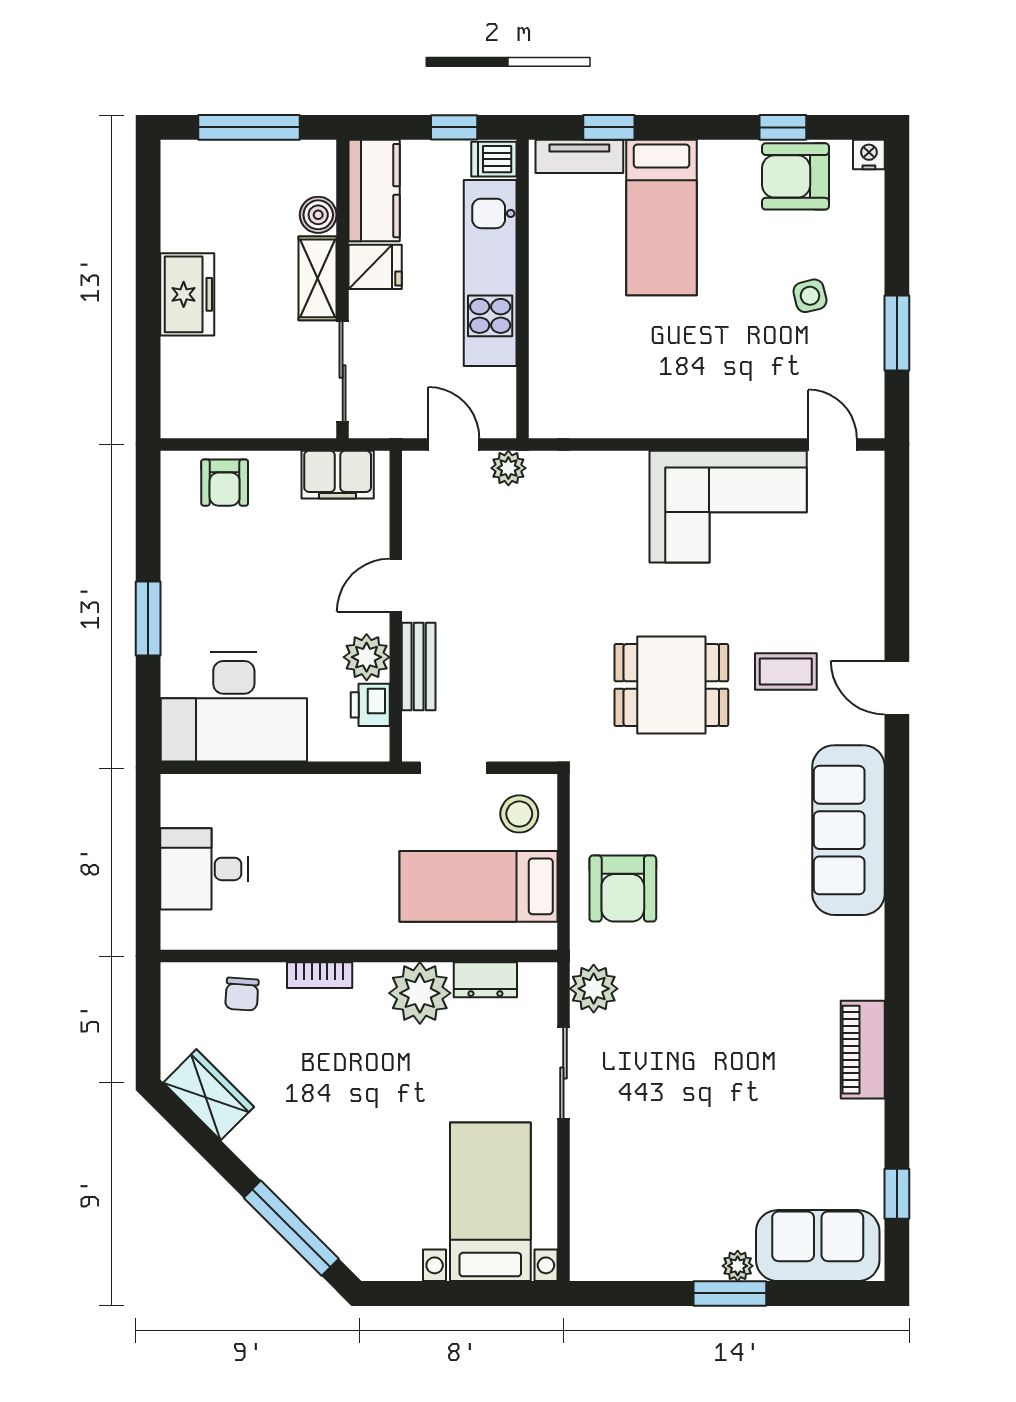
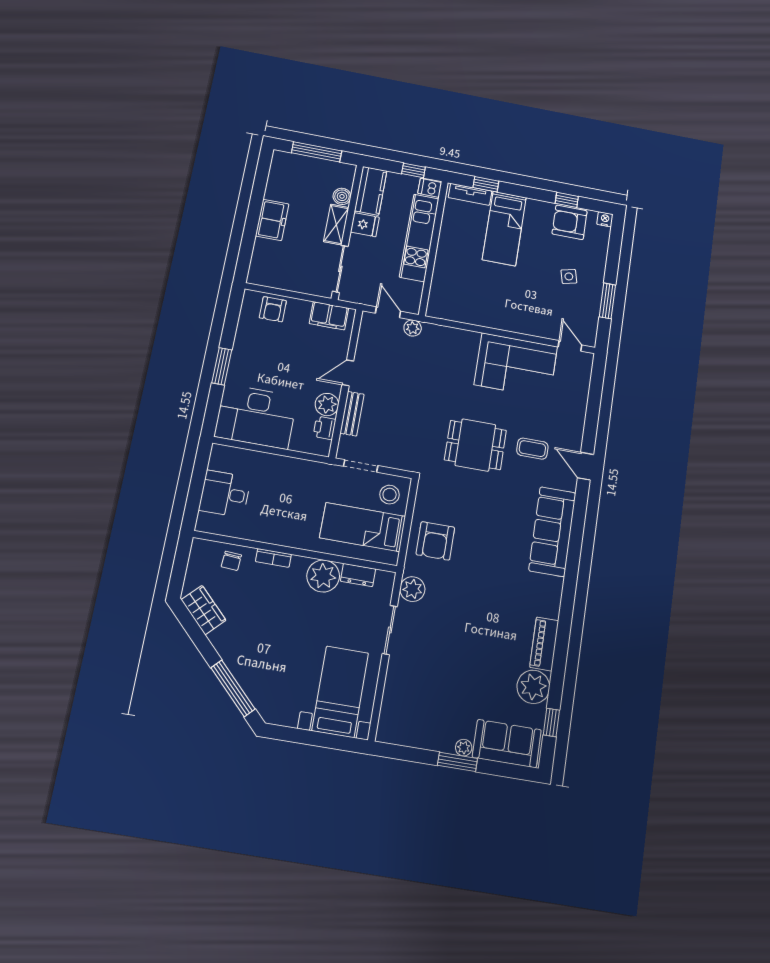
plant: (853, 1133) -> (533, 687), added

